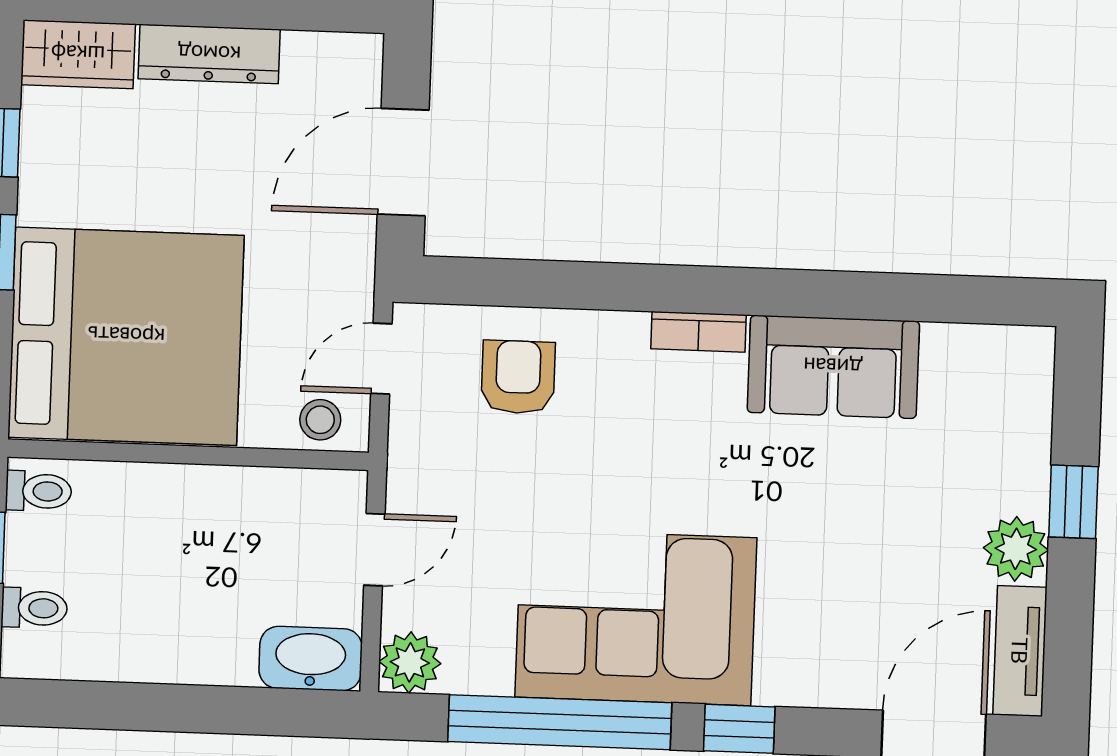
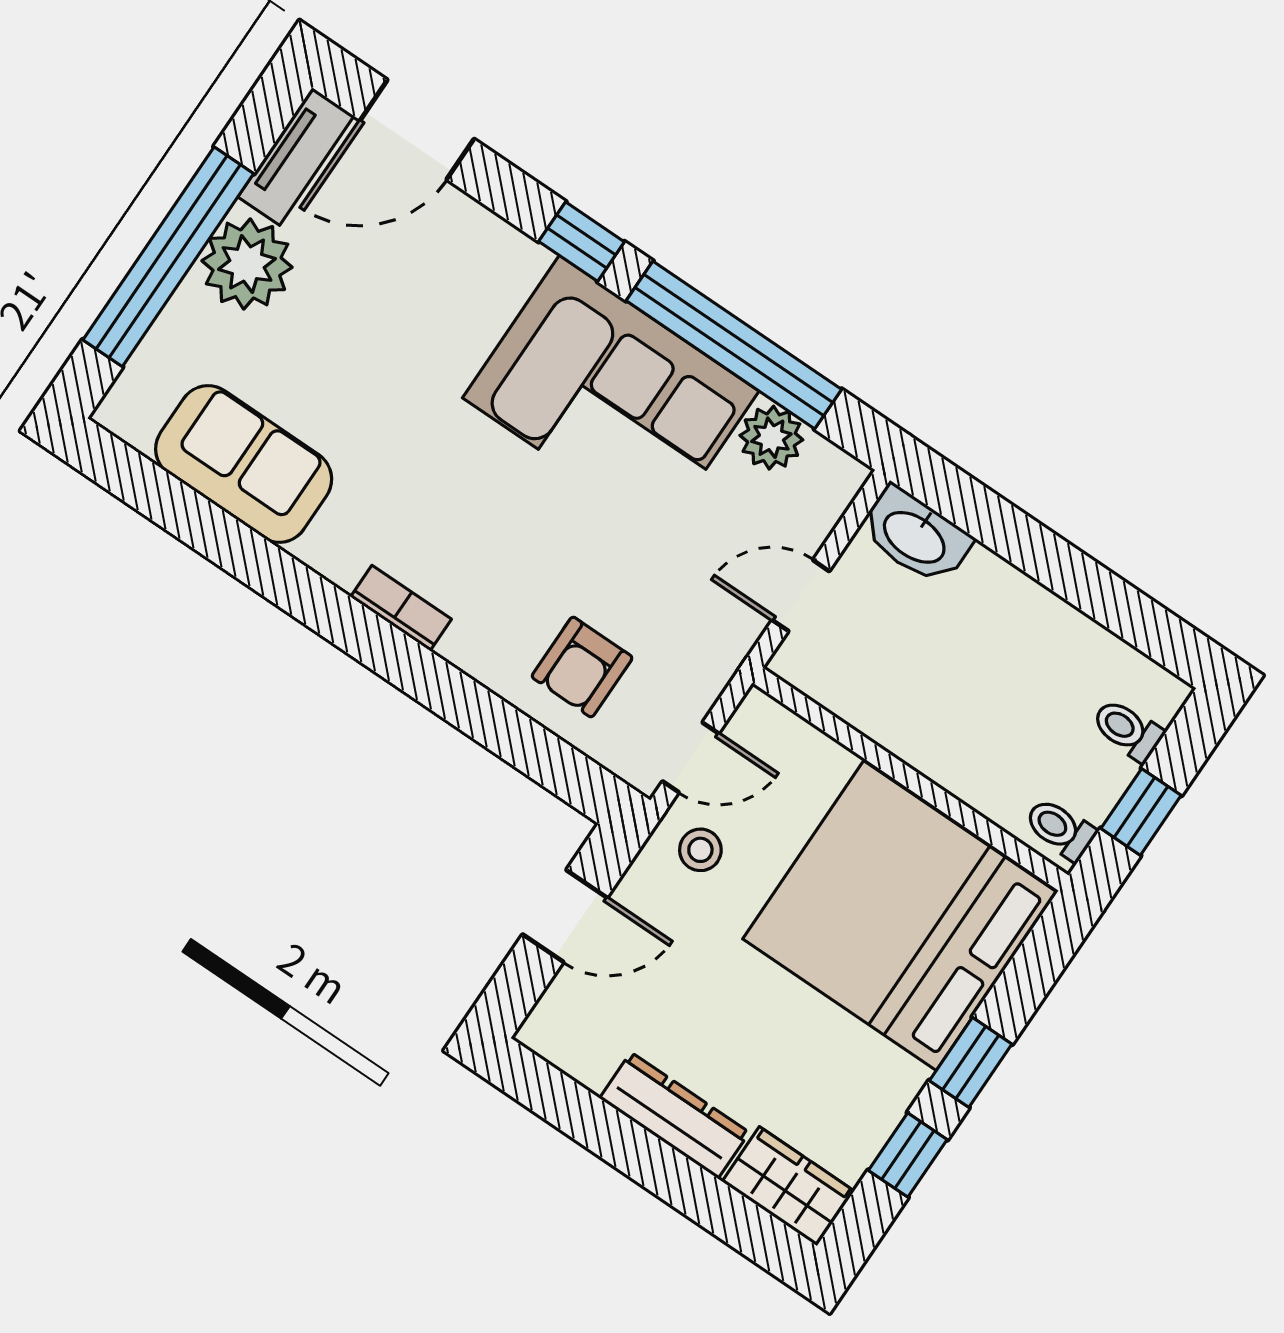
door: (403, 162) -> (565, 916), width x0.73
sofa: (833, 367) -> (244, 464), moved
stool: (320, 420) -> (700, 850), moved
window: (1073, 502) -> (168, 257), width x3.17
plant: (1016, 549) -> (247, 264), width x1.36, depth x1.36
plant: (410, 662) -> (771, 438), moved

